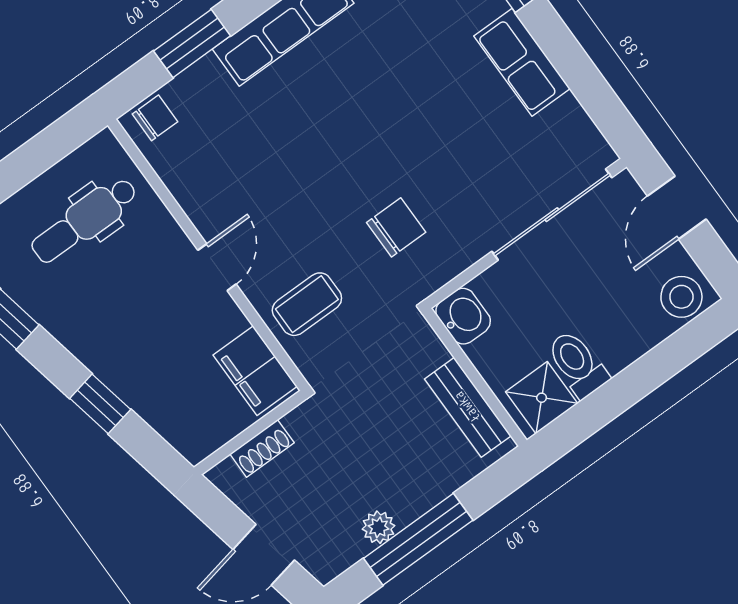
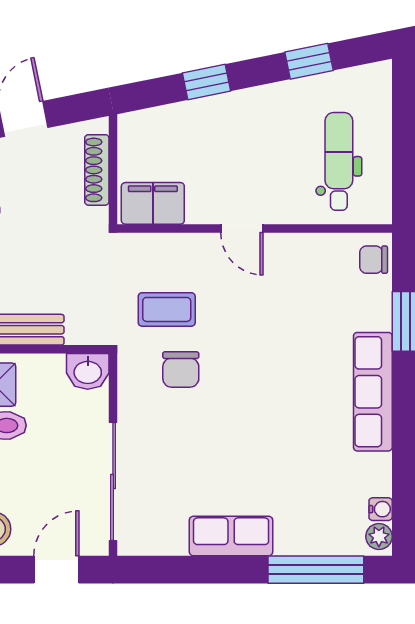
chair: (155, 118) -> (374, 260), turned 90
door: (677, 208) -> (56, 570), hinge flipped
coffee table: (307, 304) -> (167, 309), moved, turned 90
shoe rack: (262, 448) -> (97, 170), width x1.43

